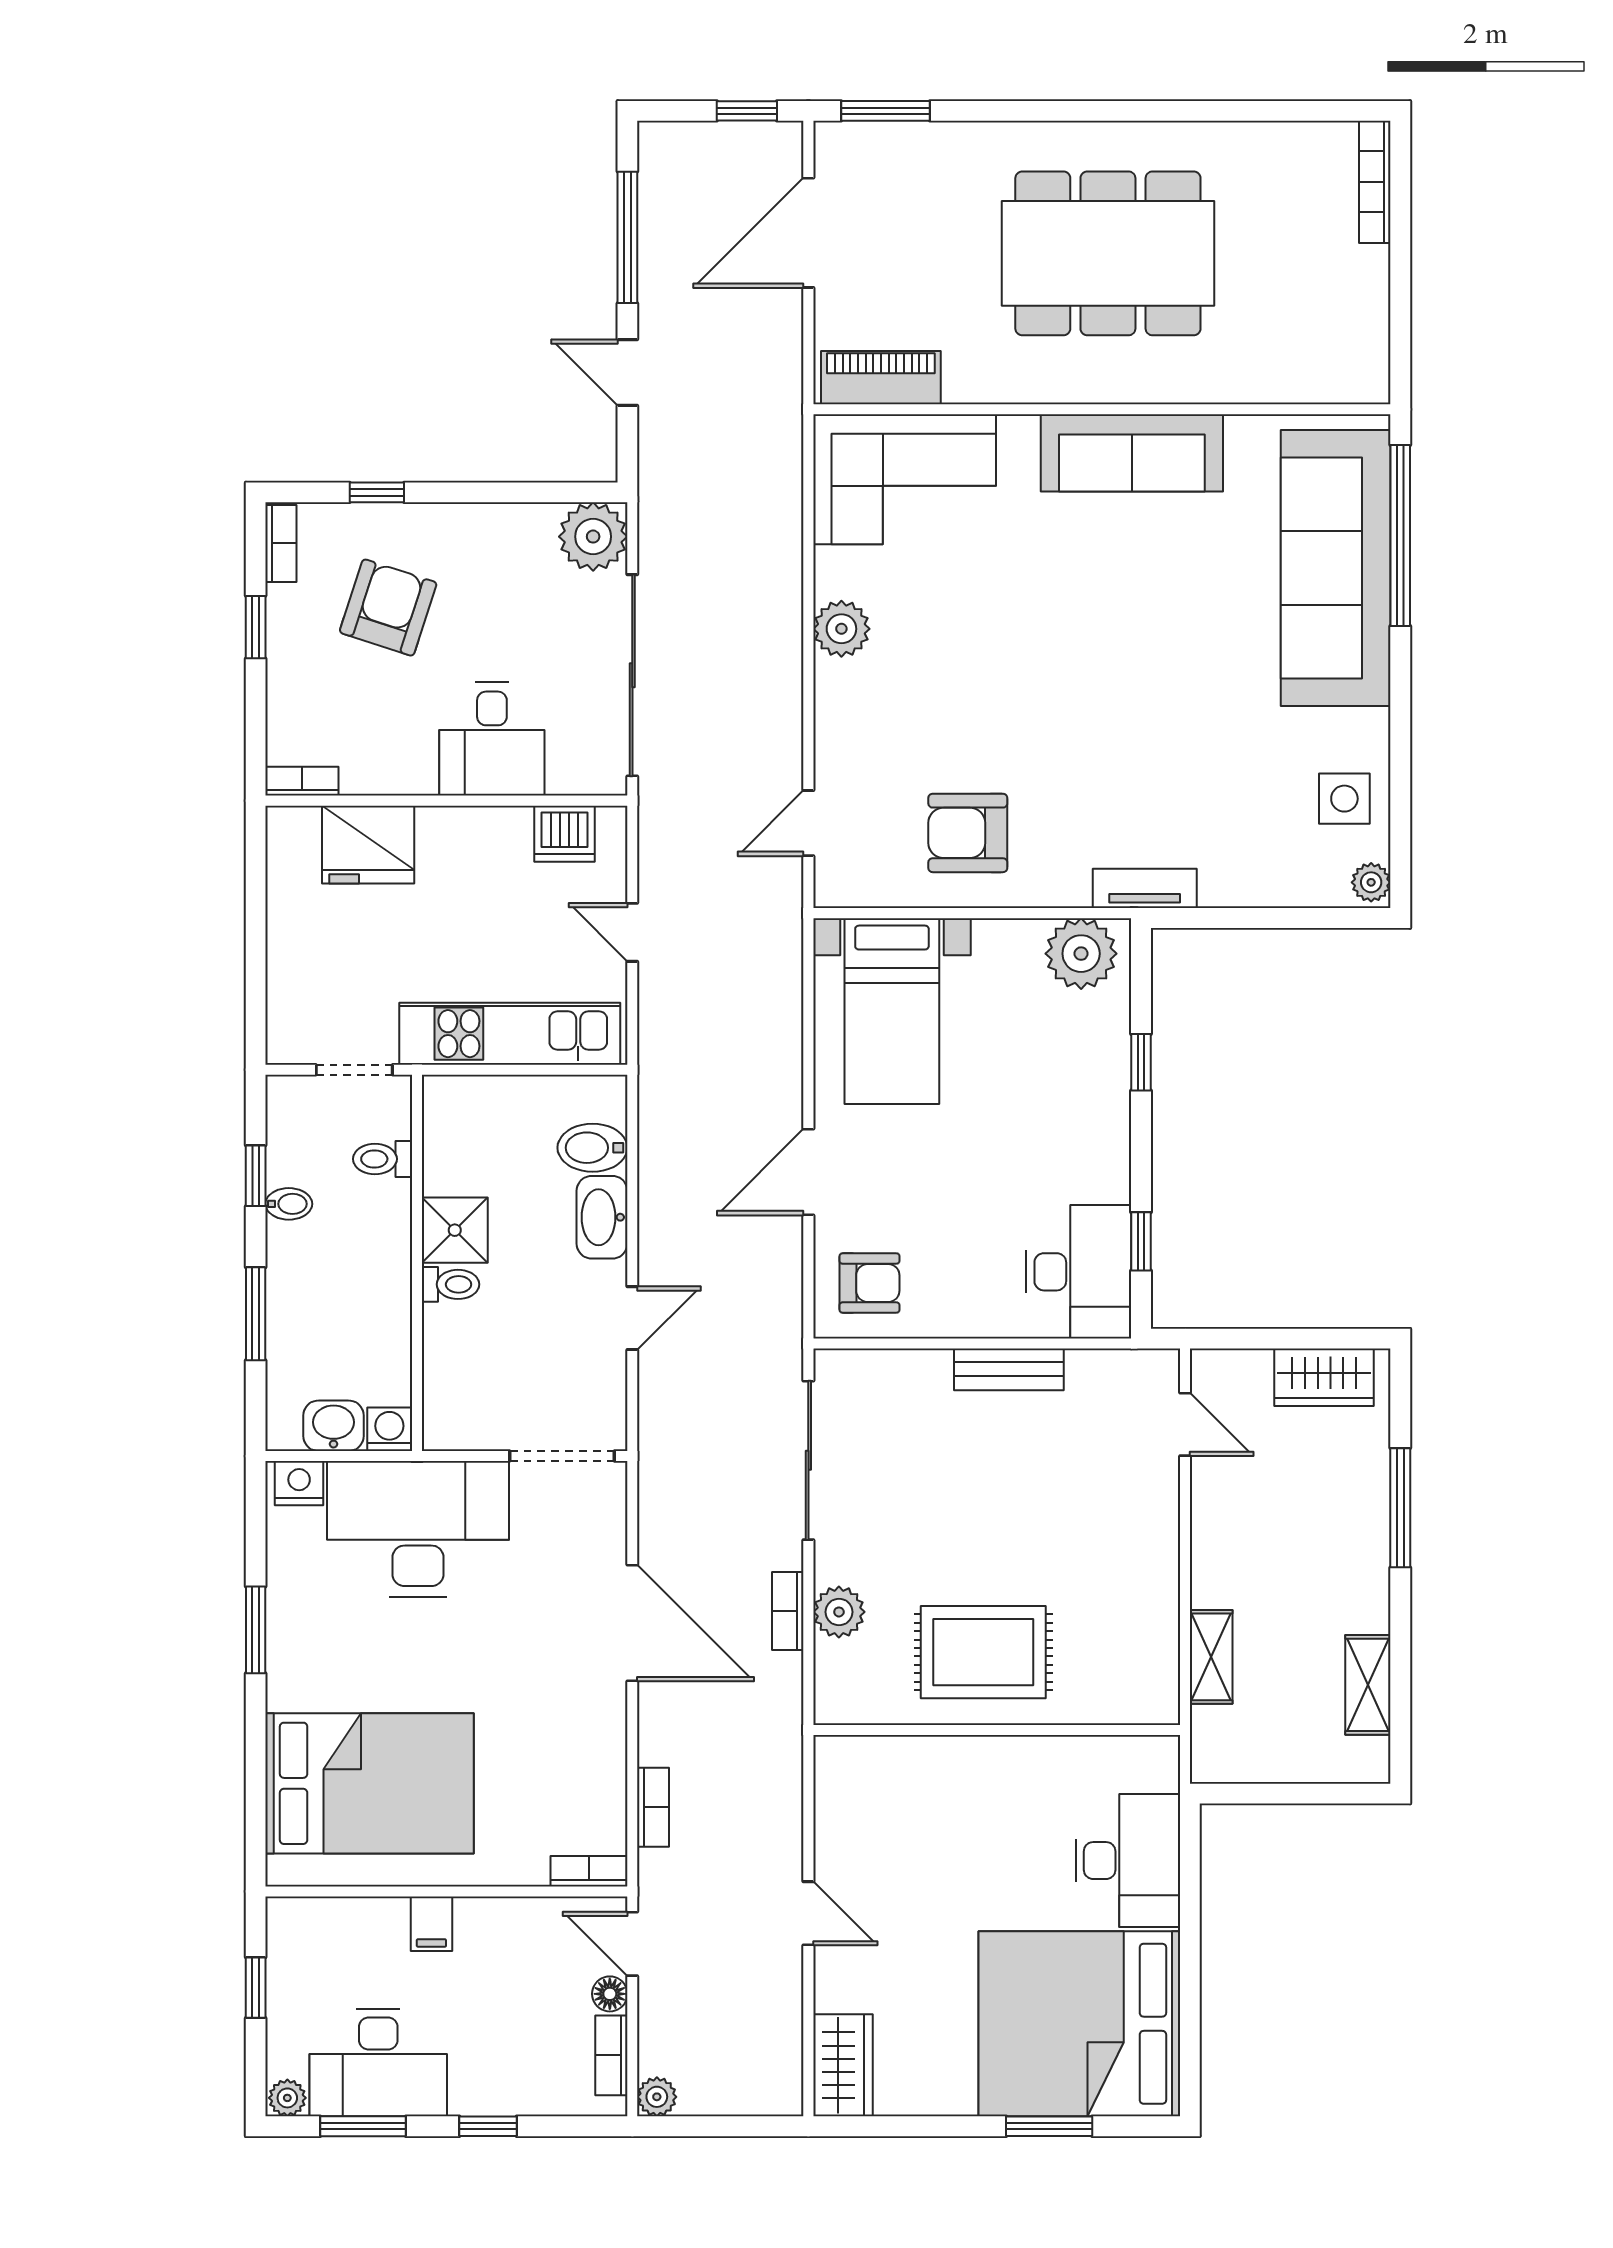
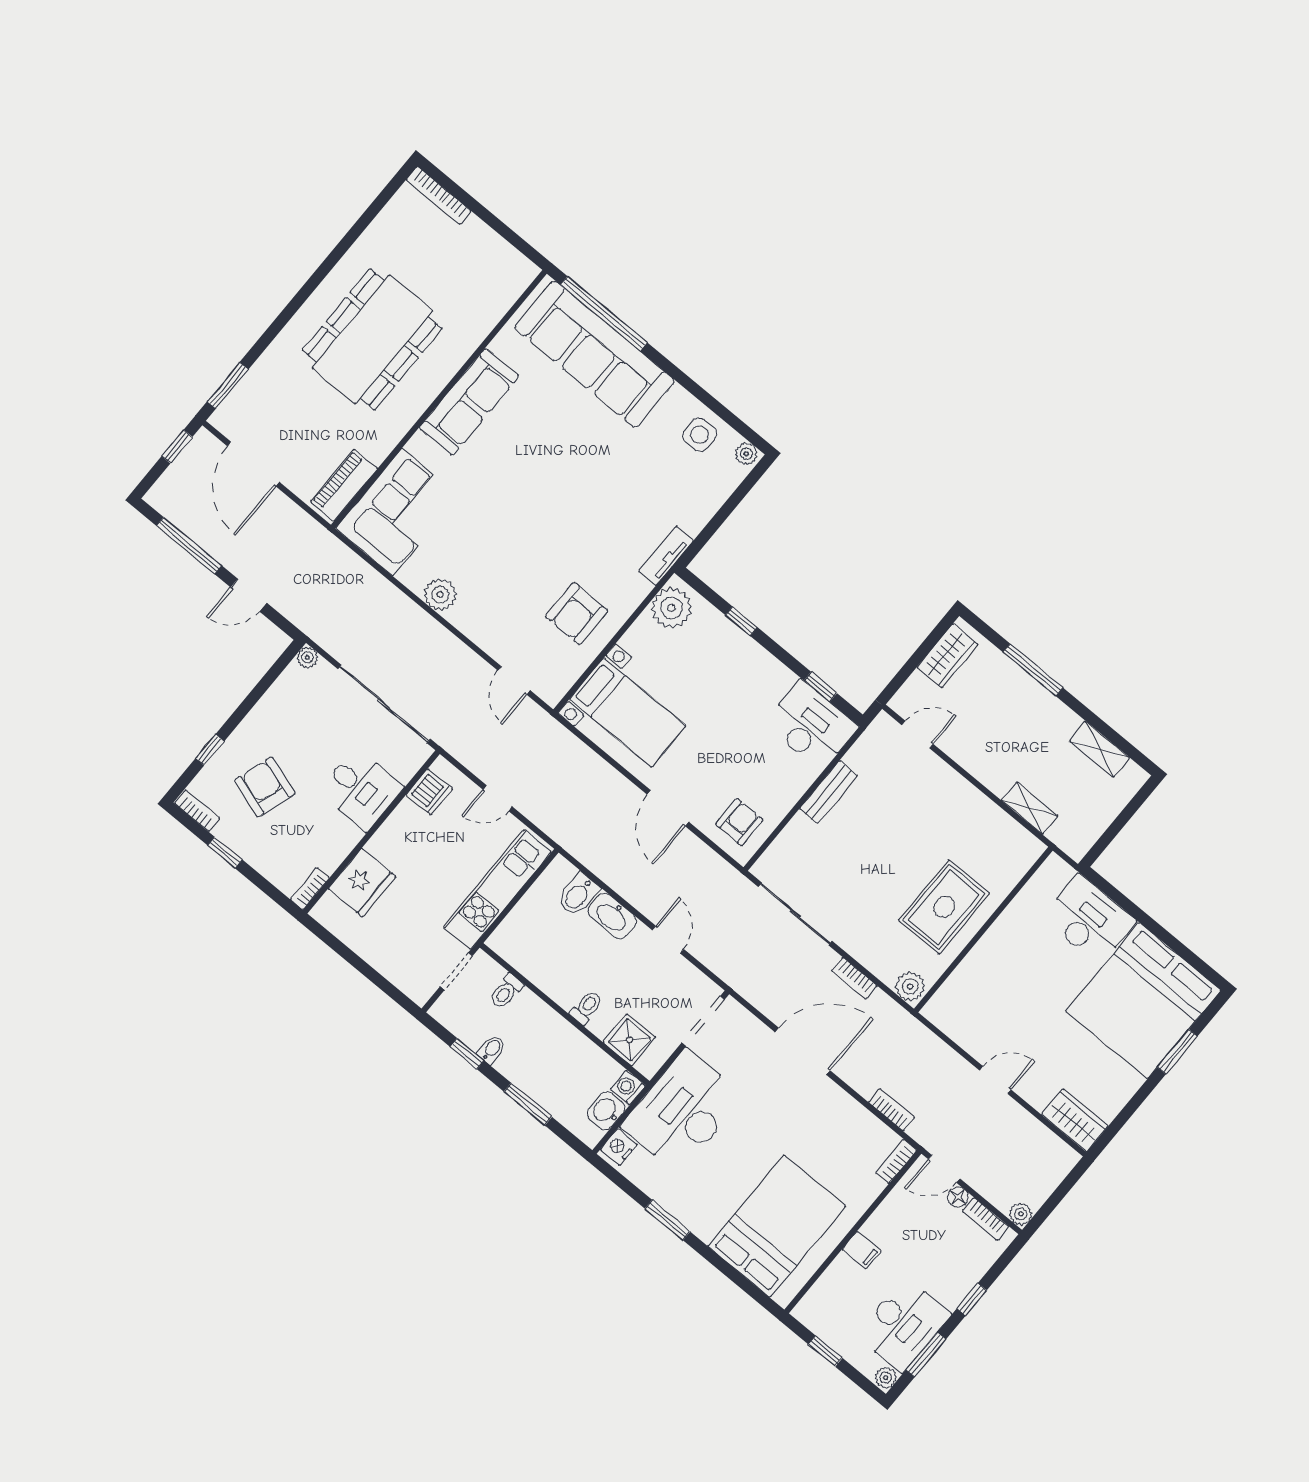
plant: (593, 537) -> (307, 657), width x0.53, depth x0.53
shower: (455, 1230) -> (629, 1040), moved
plant: (839, 1612) -> (910, 986), moved

